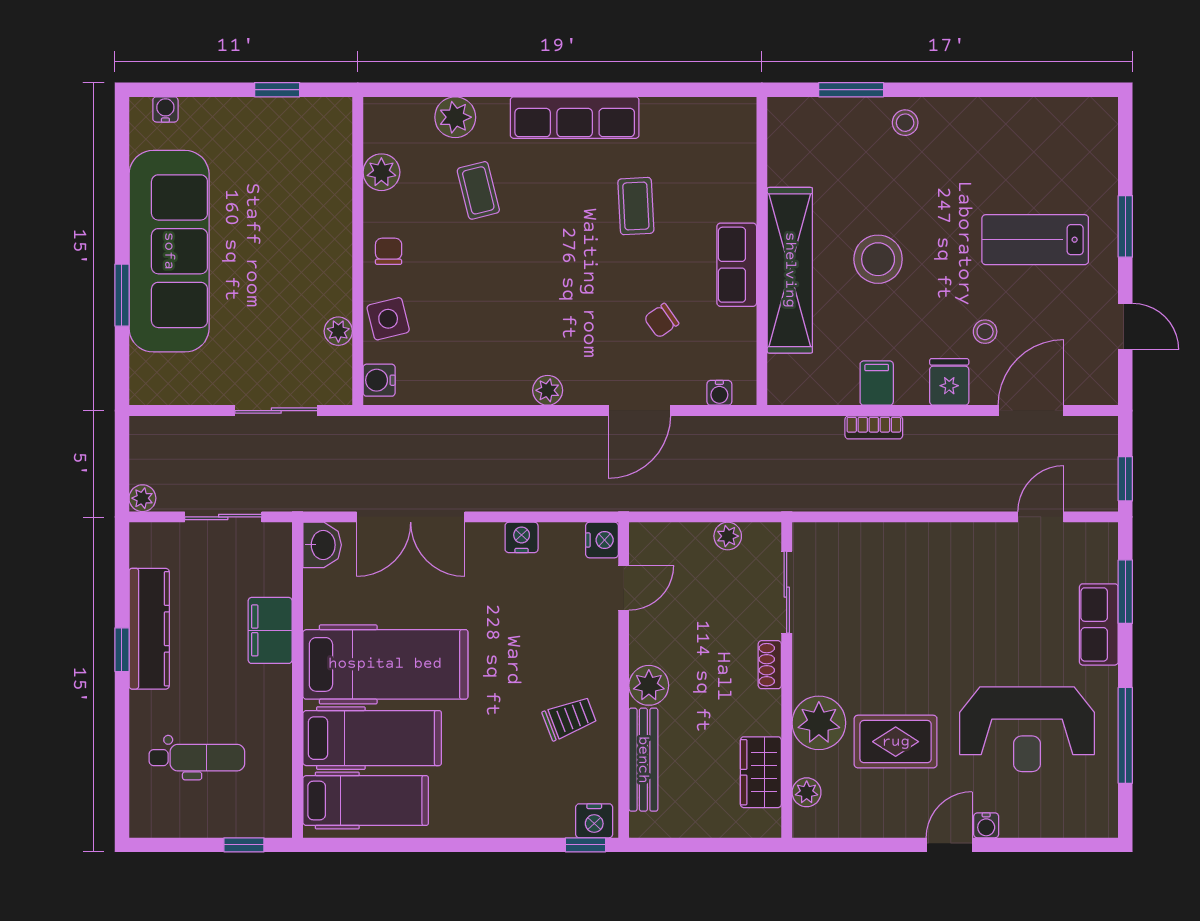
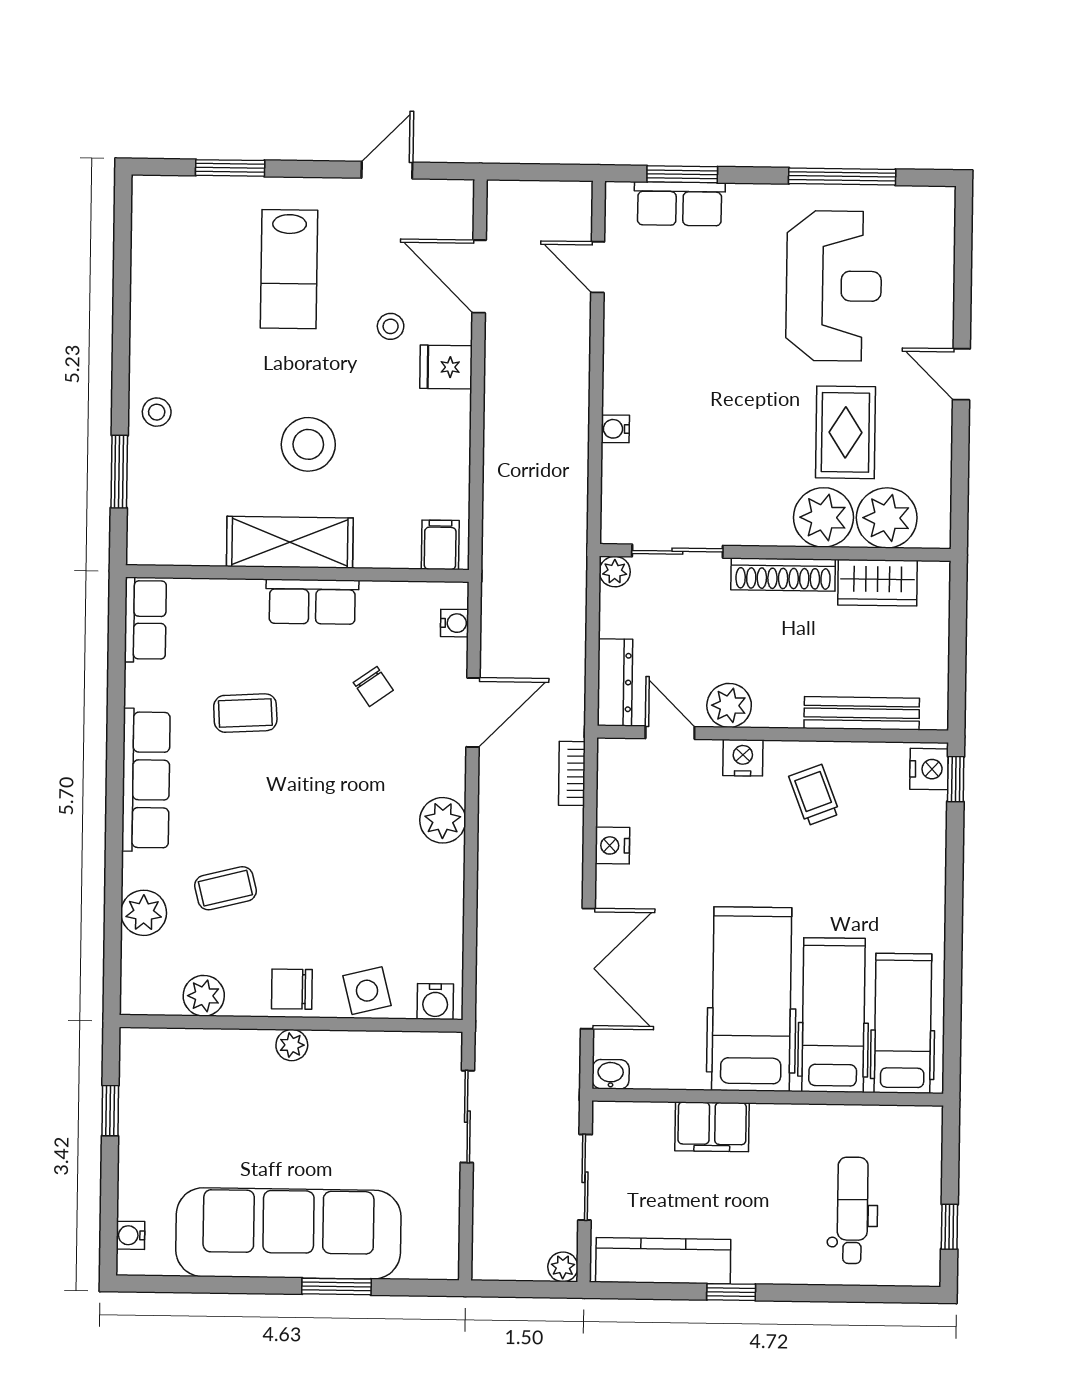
row of seats: (718, 115) -> (145, 620), added
window: (1125, 226) -> (230, 168), moved
chair: (389, 251) -> (292, 989), width x1.37, depth x1.37
shelving: (790, 270) -> (290, 542), width x0.68
plant: (338, 331) -> (292, 1045), moved
filing cabinet: (877, 383) -> (440, 545), moved, turned 90
plant: (548, 390) -> (443, 820), width x1.38, depth x1.38
door: (639, 411) -> (473, 712), hinge flipped
bookcase: (874, 427) -> (572, 773), moved, turned 180
window: (1125, 479) -> (556, 172), removed
plant: (728, 536) -> (615, 572), moved
dresser: (668, 538) -> (615, 682), added
nightstand: (602, 540) -> (743, 758), moved
washbasin: (322, 545) -> (611, 1074), width x0.72, depth x0.69
row of seats: (1099, 624) -> (680, 204), moved
kitchen counter: (149, 629) -> (663, 1261), moved
shoe rack: (770, 665) -> (783, 575), width x1.94, depth x1.24
plant: (649, 685) -> (729, 705), moved
plant: (807, 792) -> (887, 518), width x1.88, depth x1.88
water cooler: (986, 825) -> (615, 429), moved, turned 180
window: (244, 845) -> (949, 1227), moved

